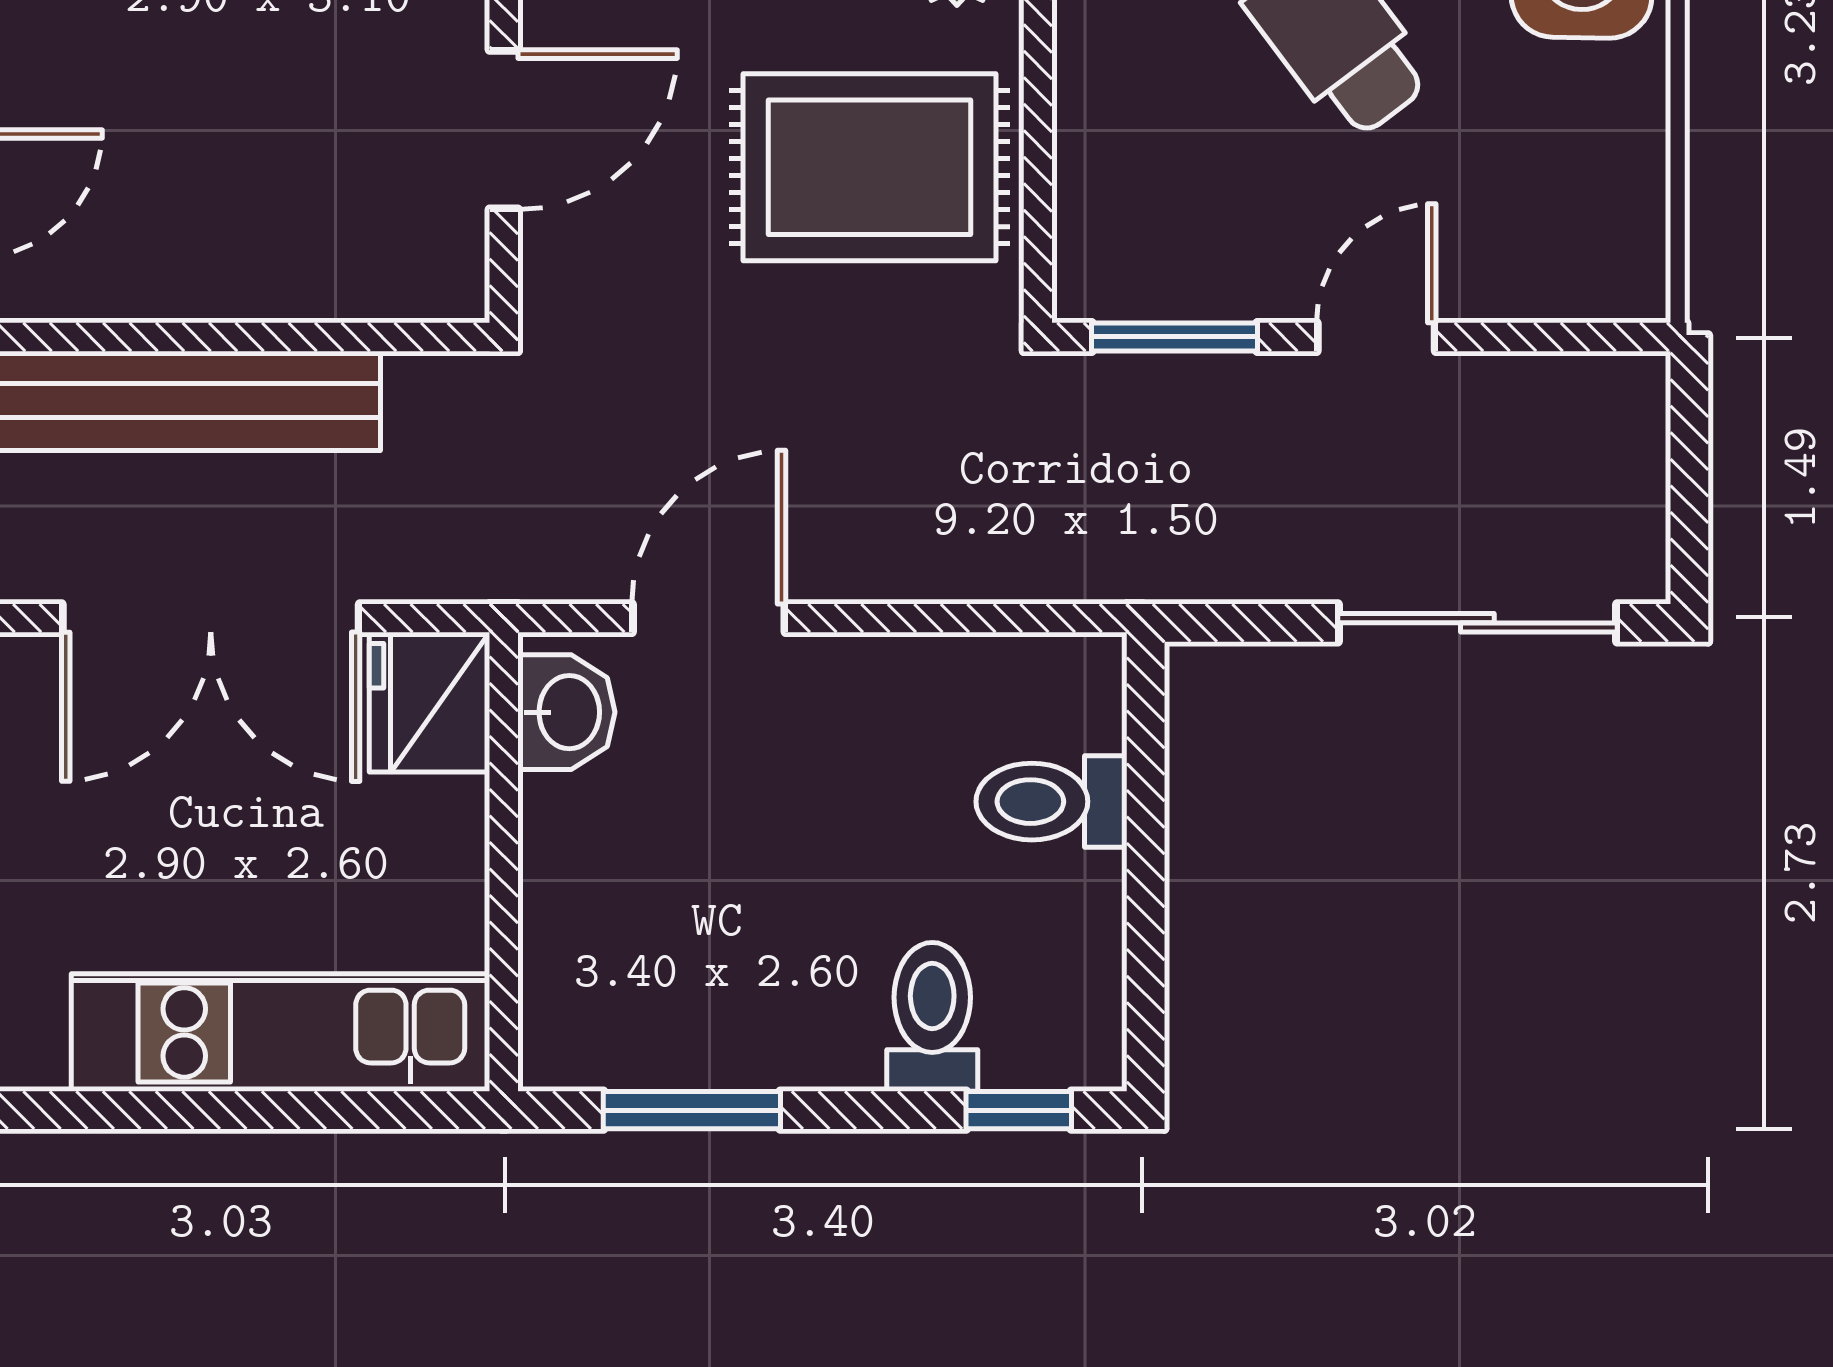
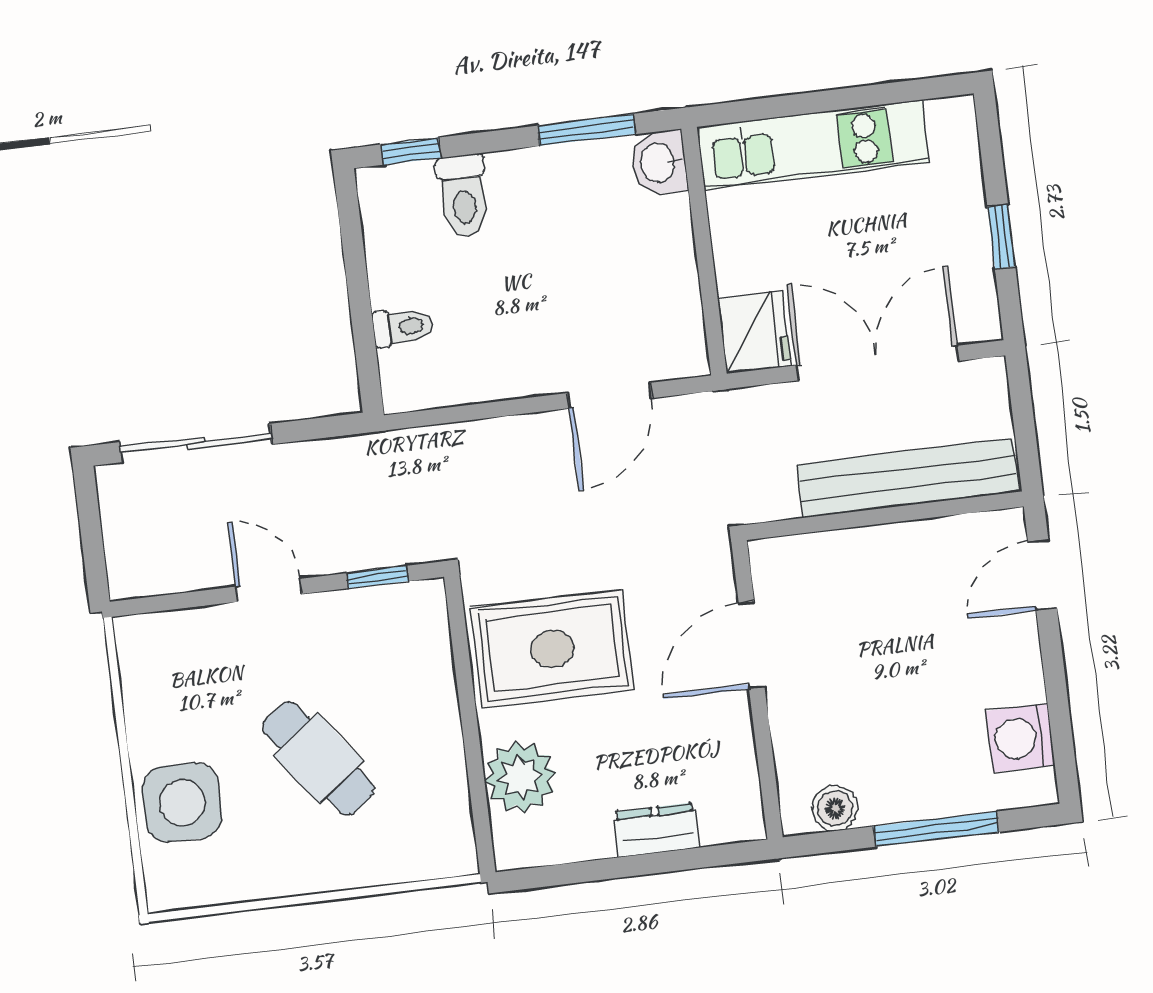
window: (1174, 337) -> (377, 577), width x0.67
door: (1376, 337) -> (269, 590), swing flipped
washbasin: (566, 712) -> (659, 163), moved
toilet: (1051, 802) -> (403, 327), width x0.73, depth x0.72

